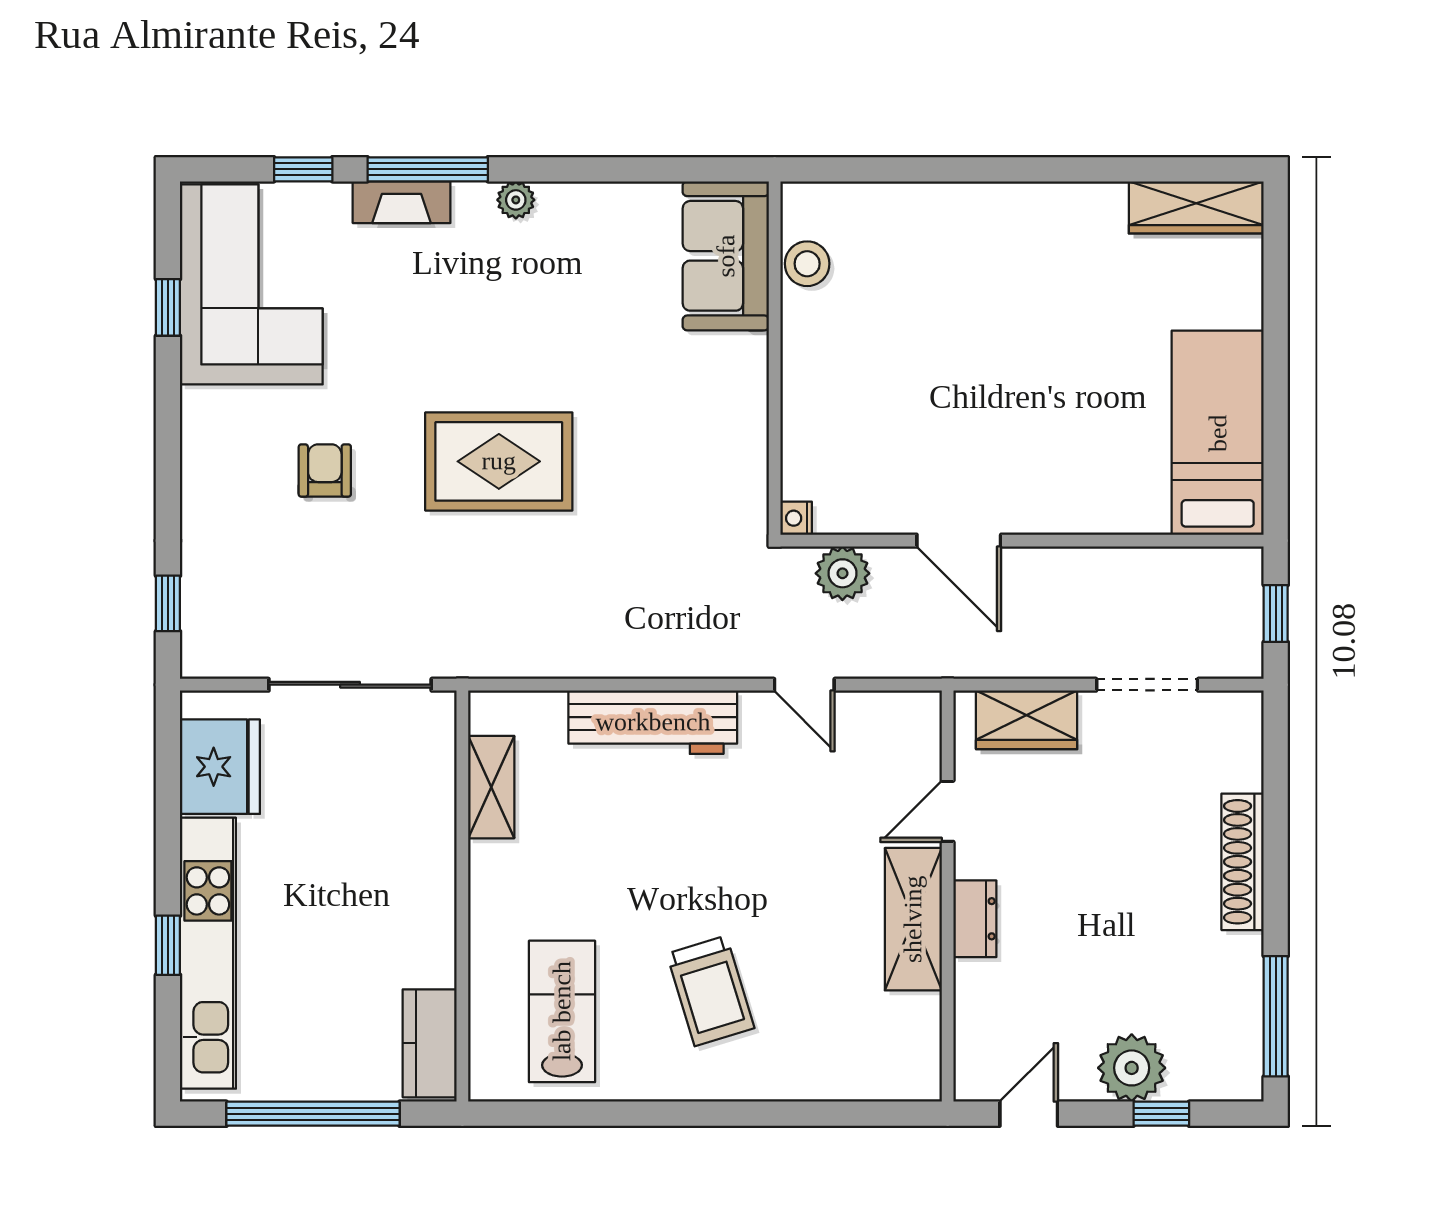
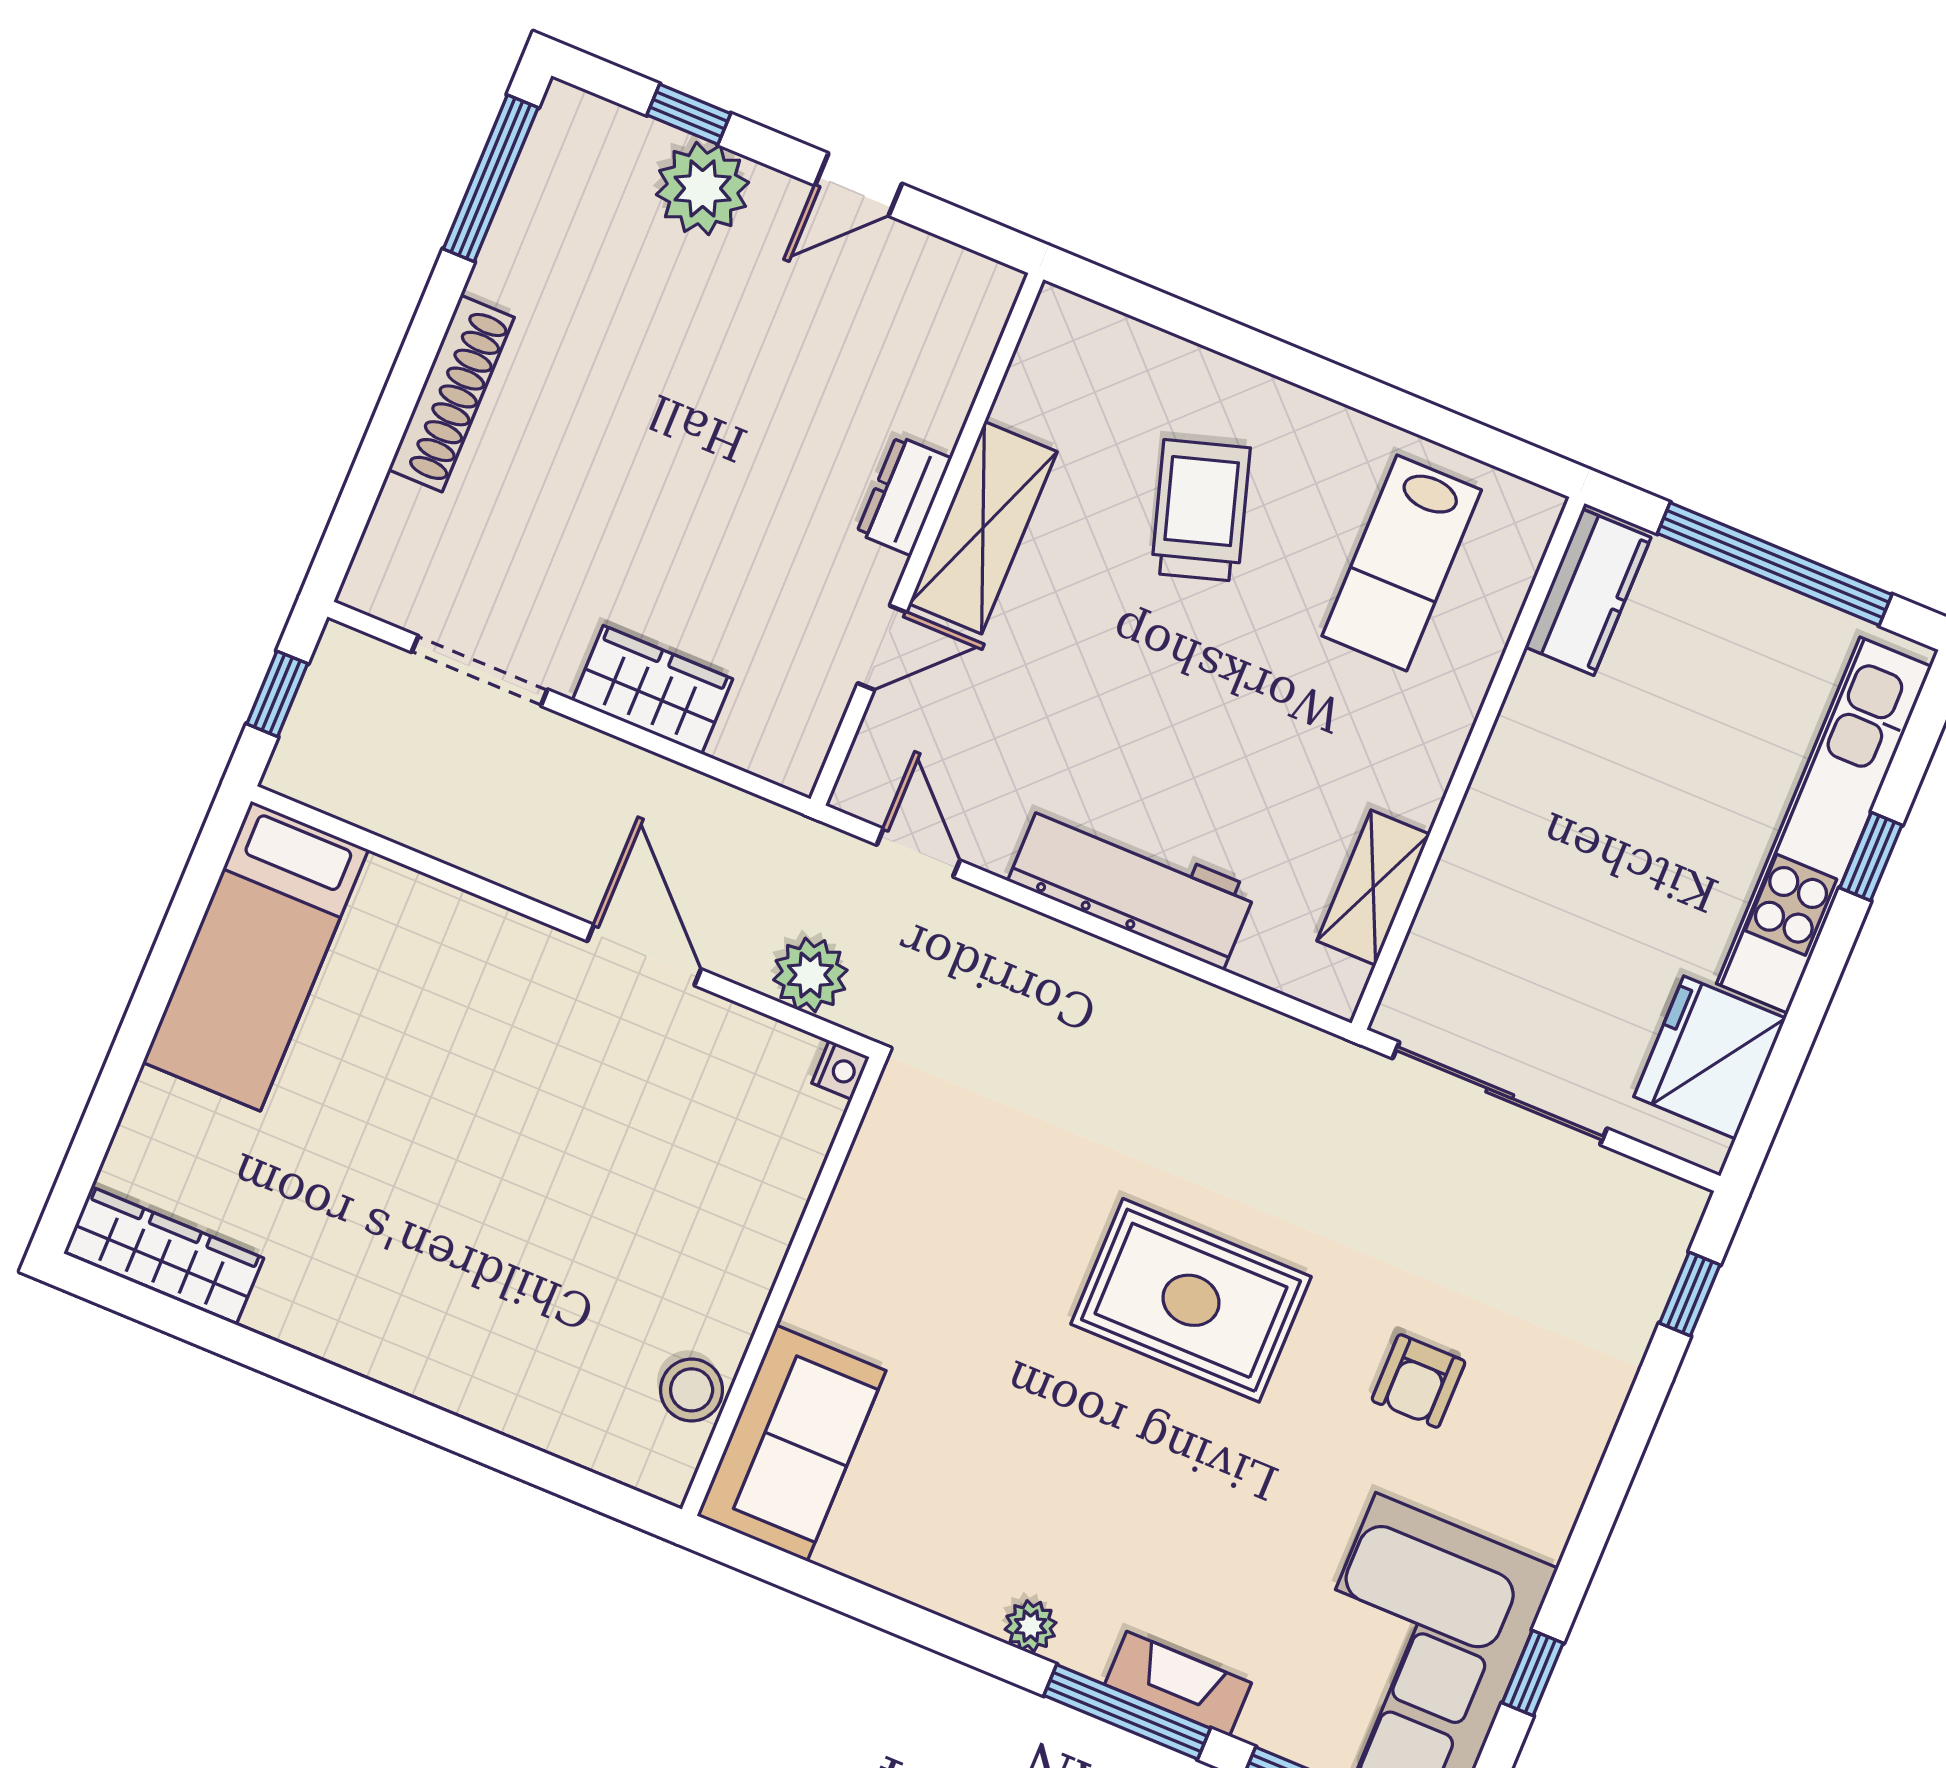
door: (948, 811) -> (882, 648), moved
wall: (948, 896) -> (927, 539), moved
shelving: (913, 919) -> (983, 528), moved
dresser: (975, 919) -> (904, 496), moved

